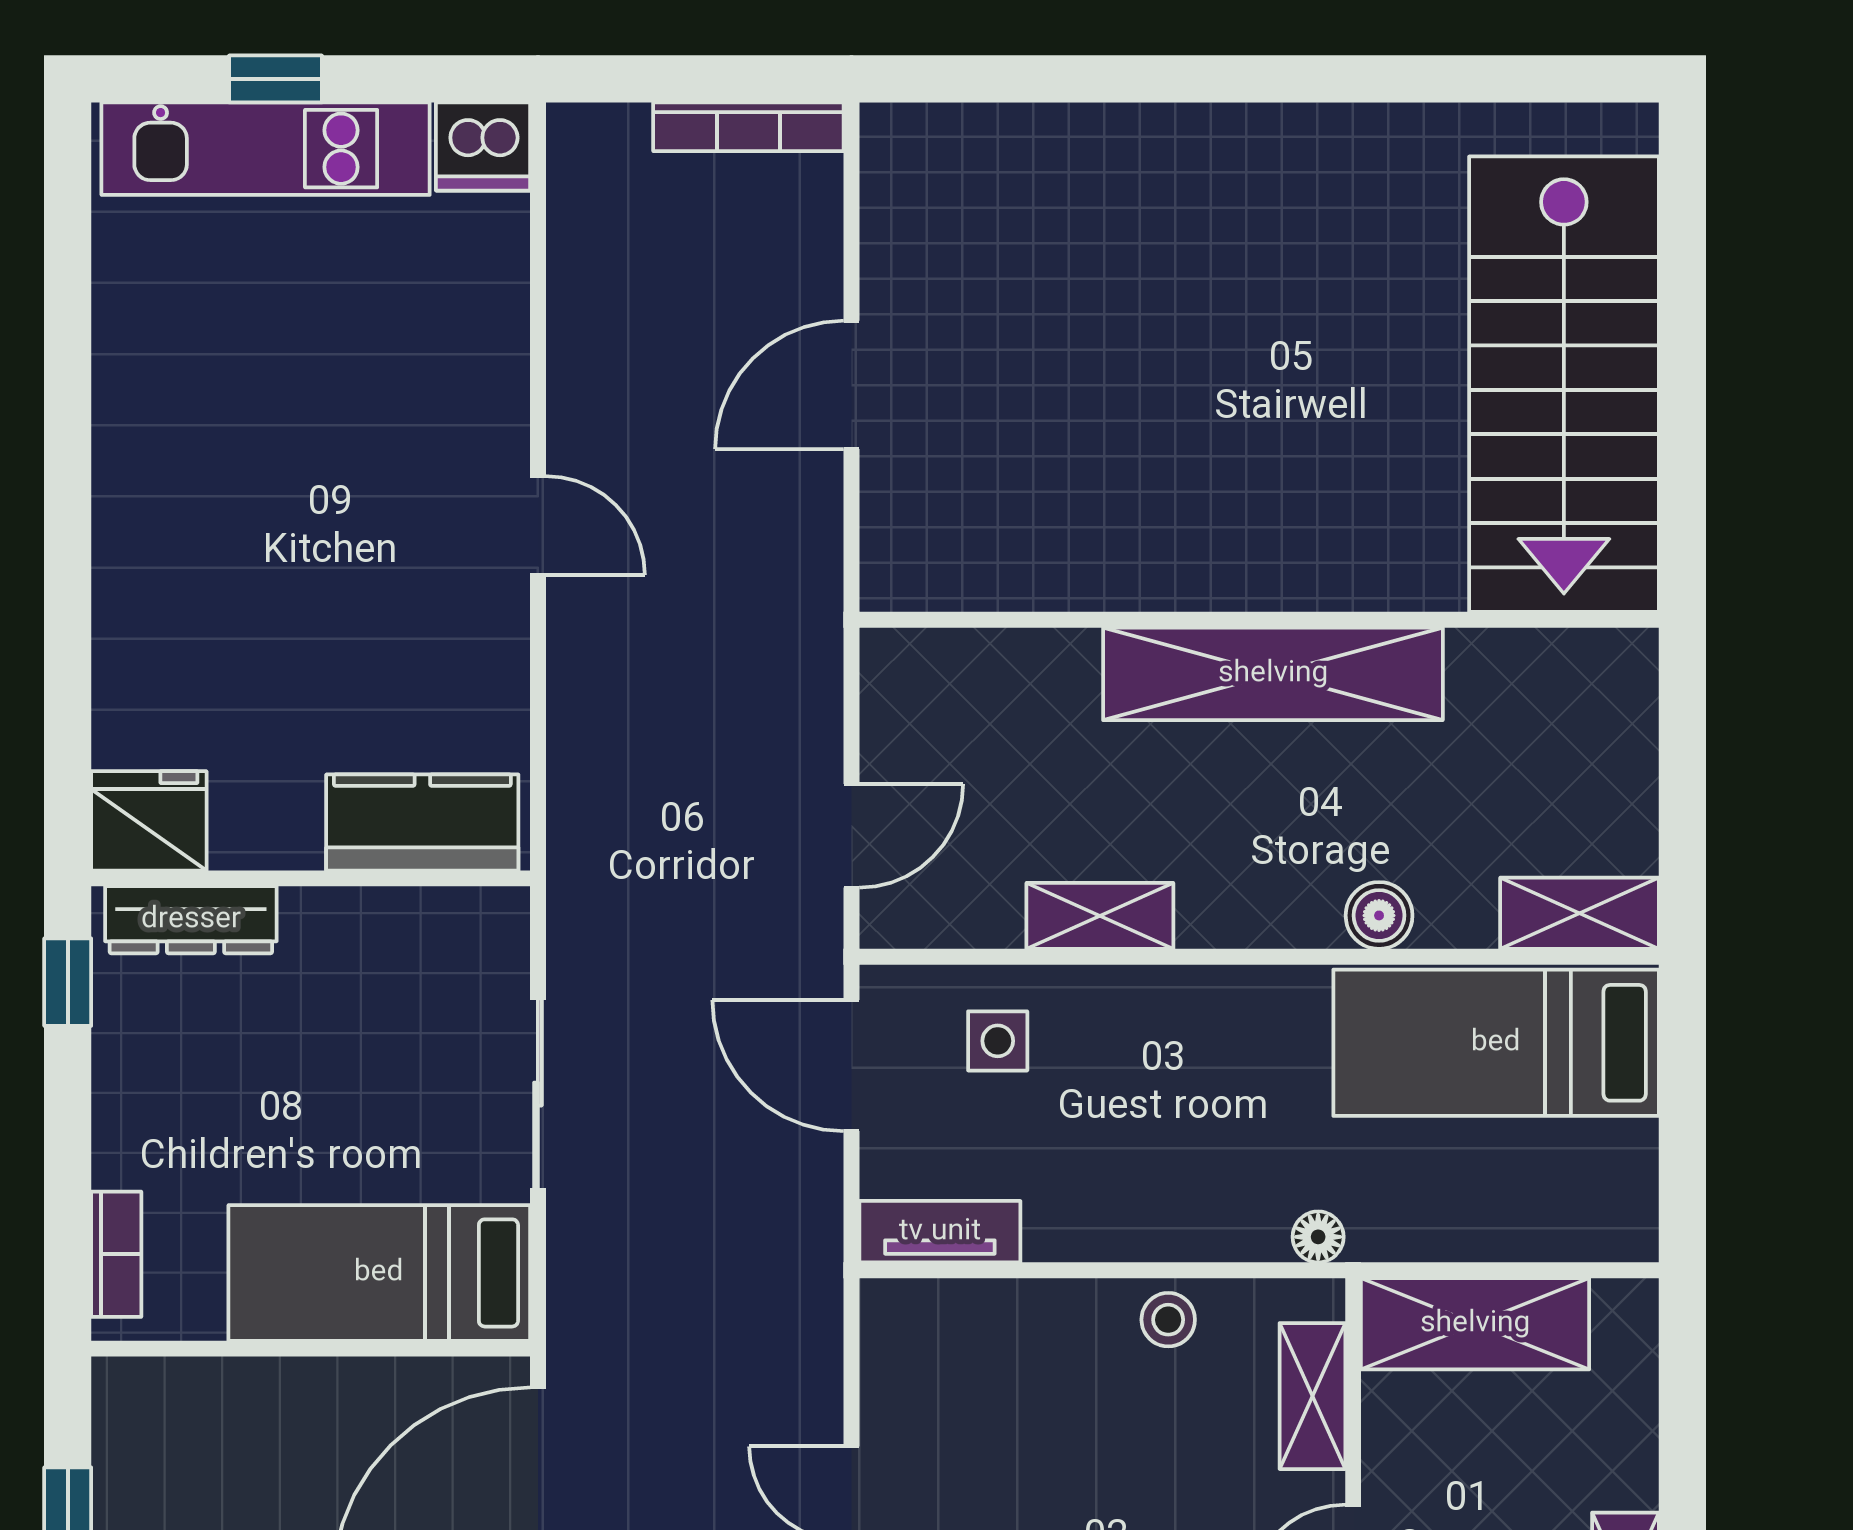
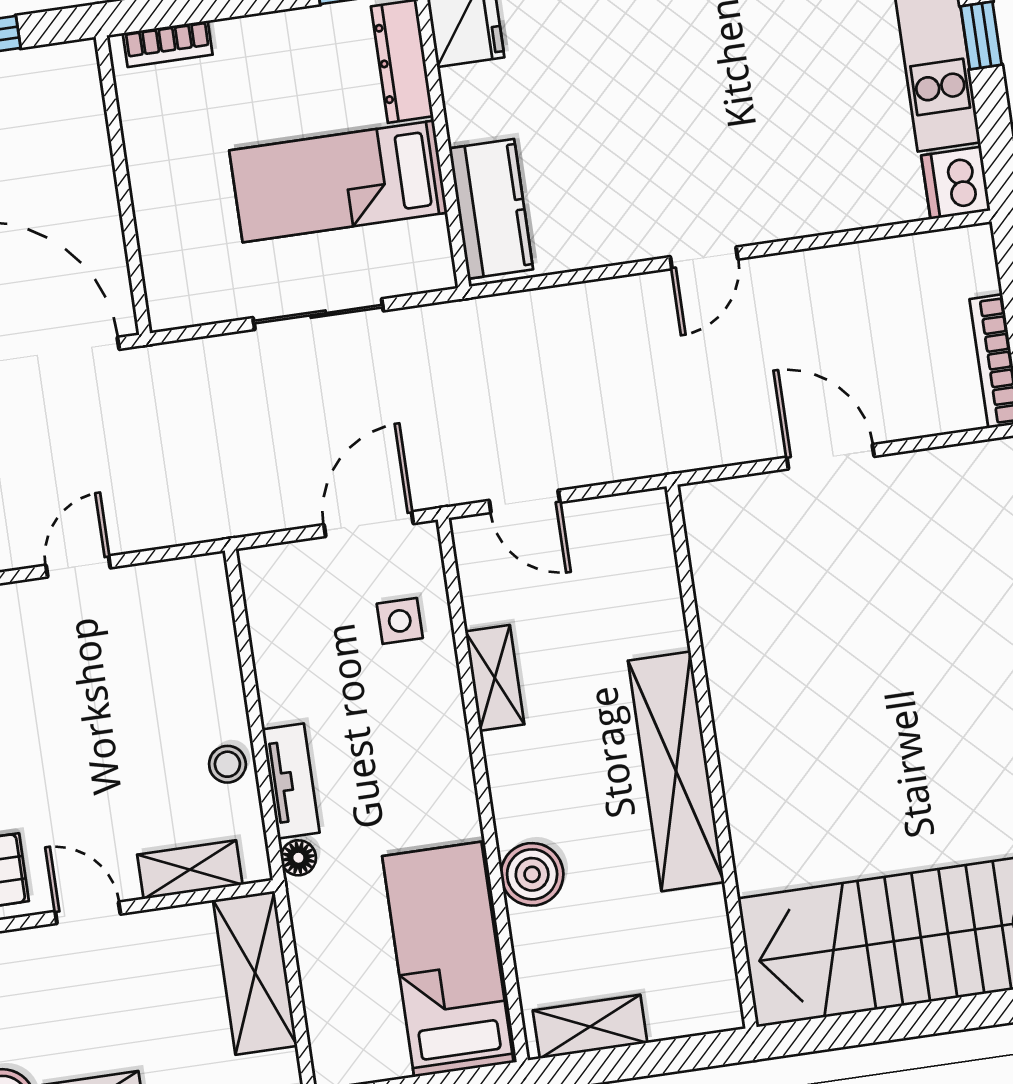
shelving: (1580, 913) -> (590, 1027), moved, turned 90
boiler: (1379, 915) -> (532, 874), width x1.36, depth x1.36
tv unit: (940, 1232) -> (291, 781), moved
bed: (379, 1273) -> (338, 181), moved, turned -90

